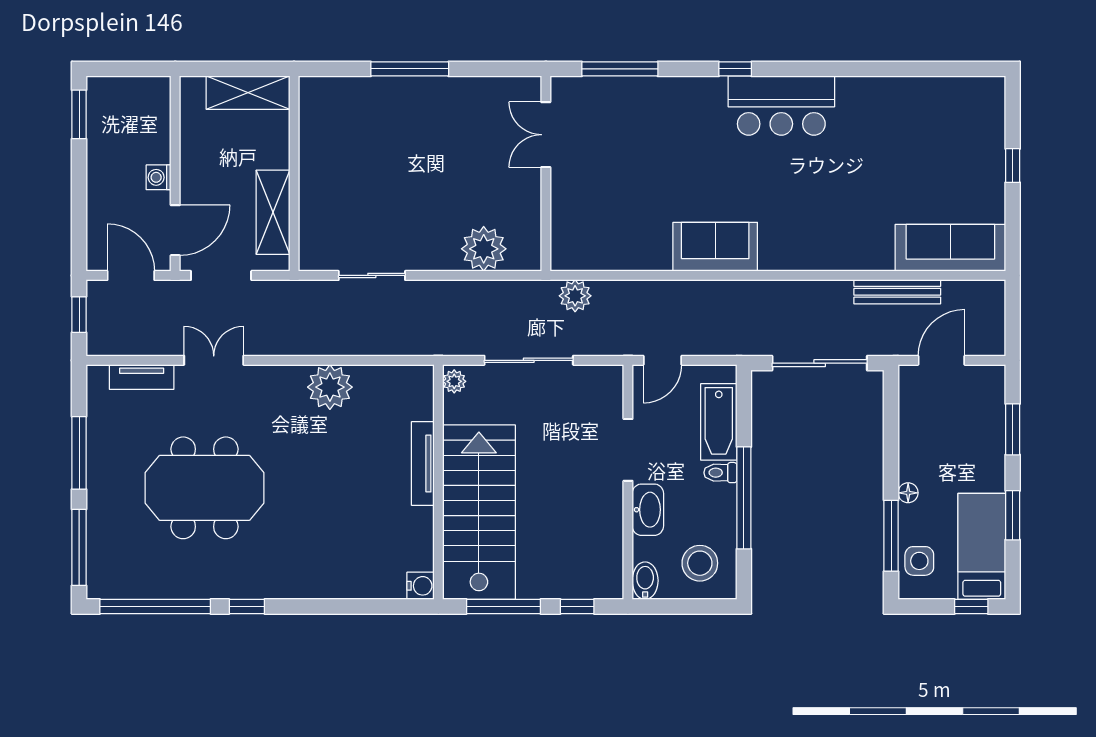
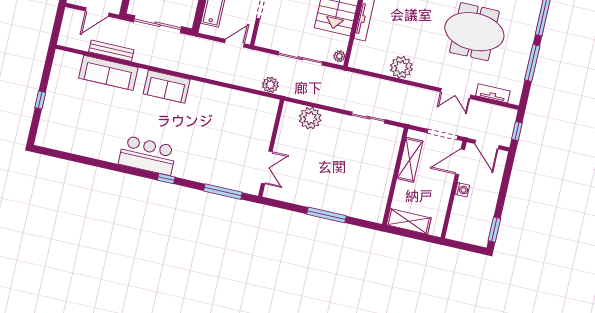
sofa: (715, 247) -> (167, 87), moved
sofa: (950, 248) -> (108, 73), moved

